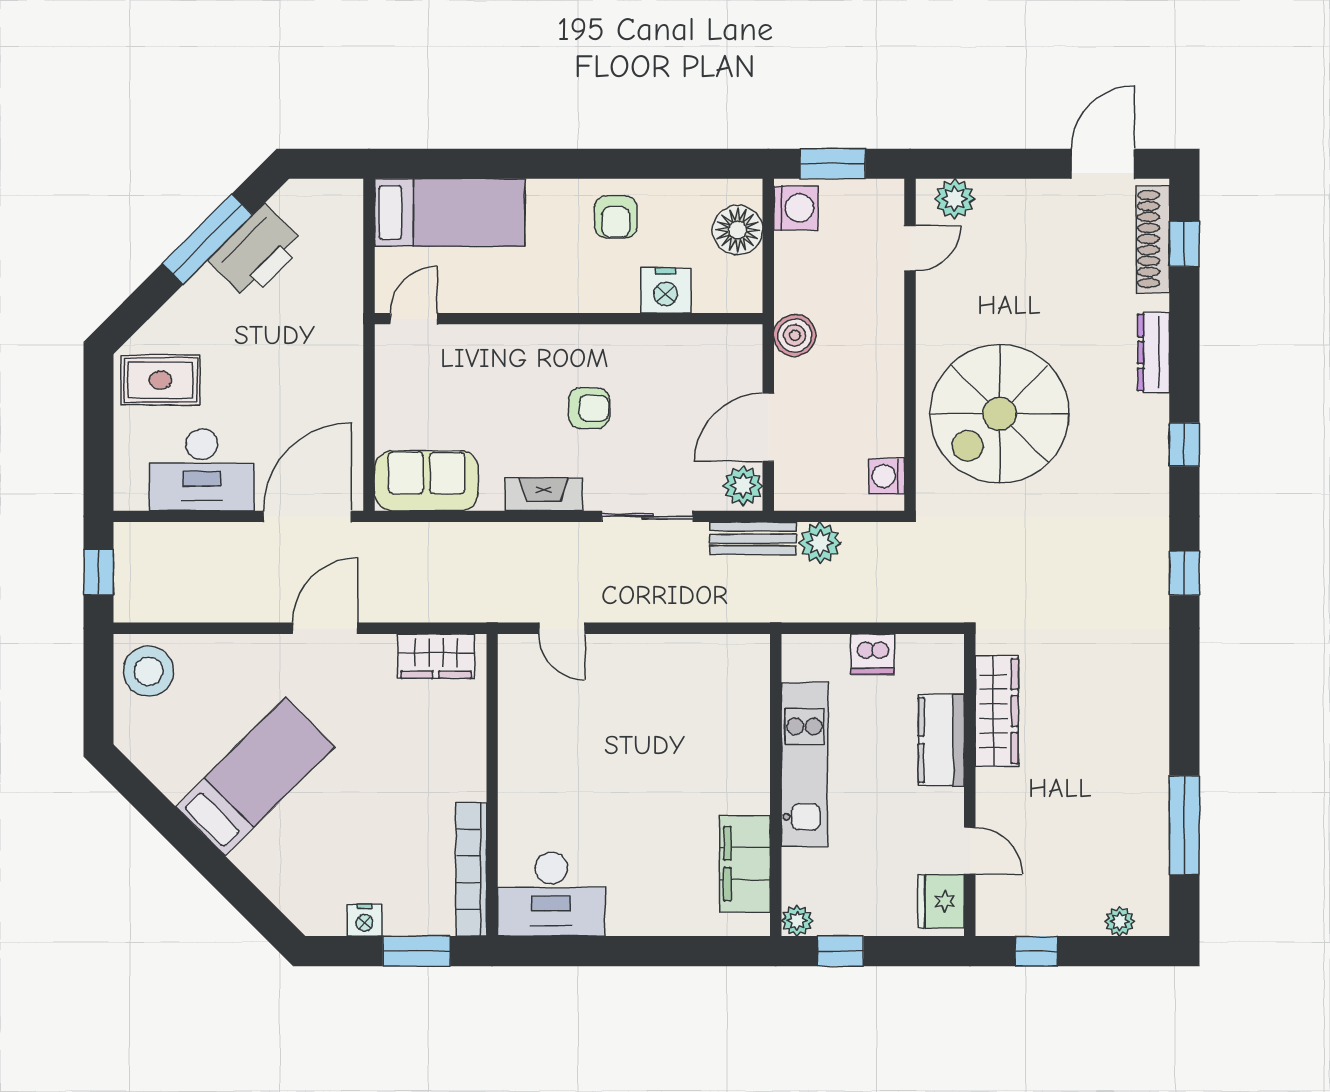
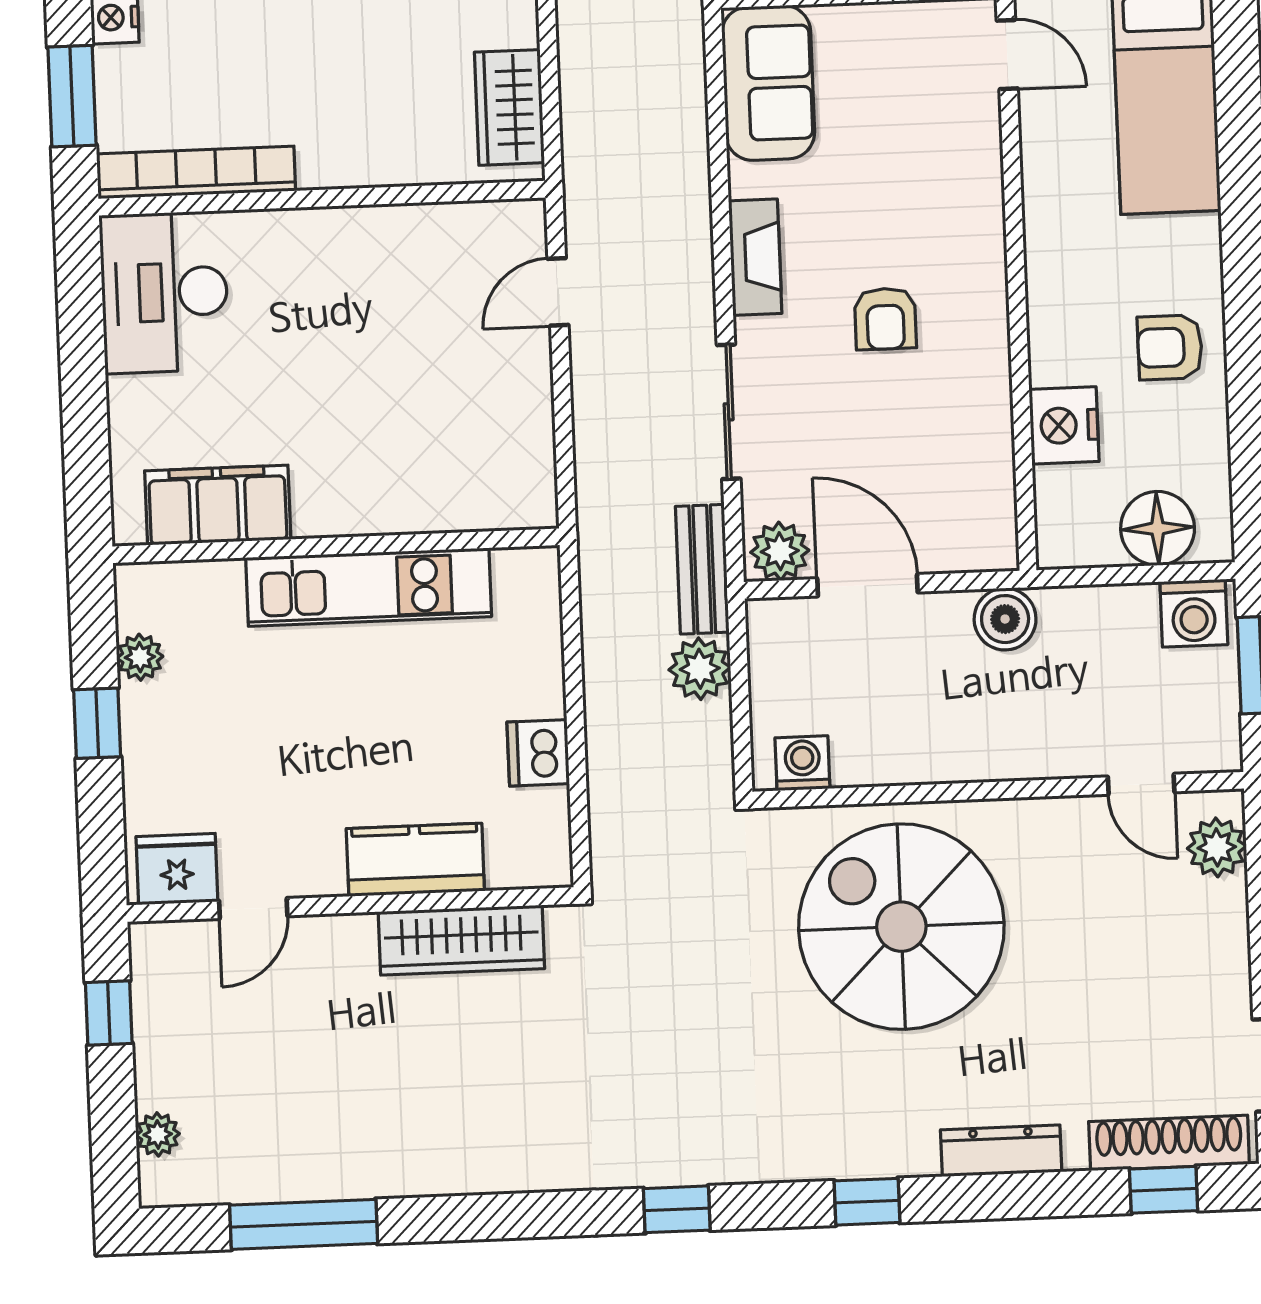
kitchen unit: (804, 764) -> (369, 587), moved
wall: (776, 785) -> (336, 546), moved
filing cabinet: (745, 864) -> (218, 505), moved

